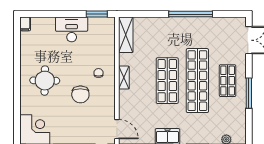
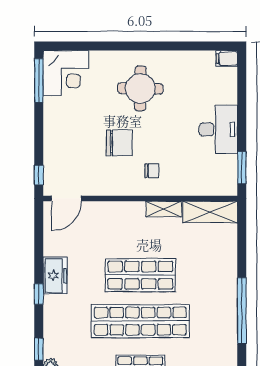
shelving: (124, 78) -> (164, 209), moved
chair: (80, 94) -> (119, 143), turned 180

